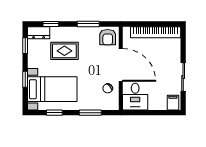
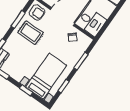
rug: (64, 51) -> (31, 33), moved, turned 90

